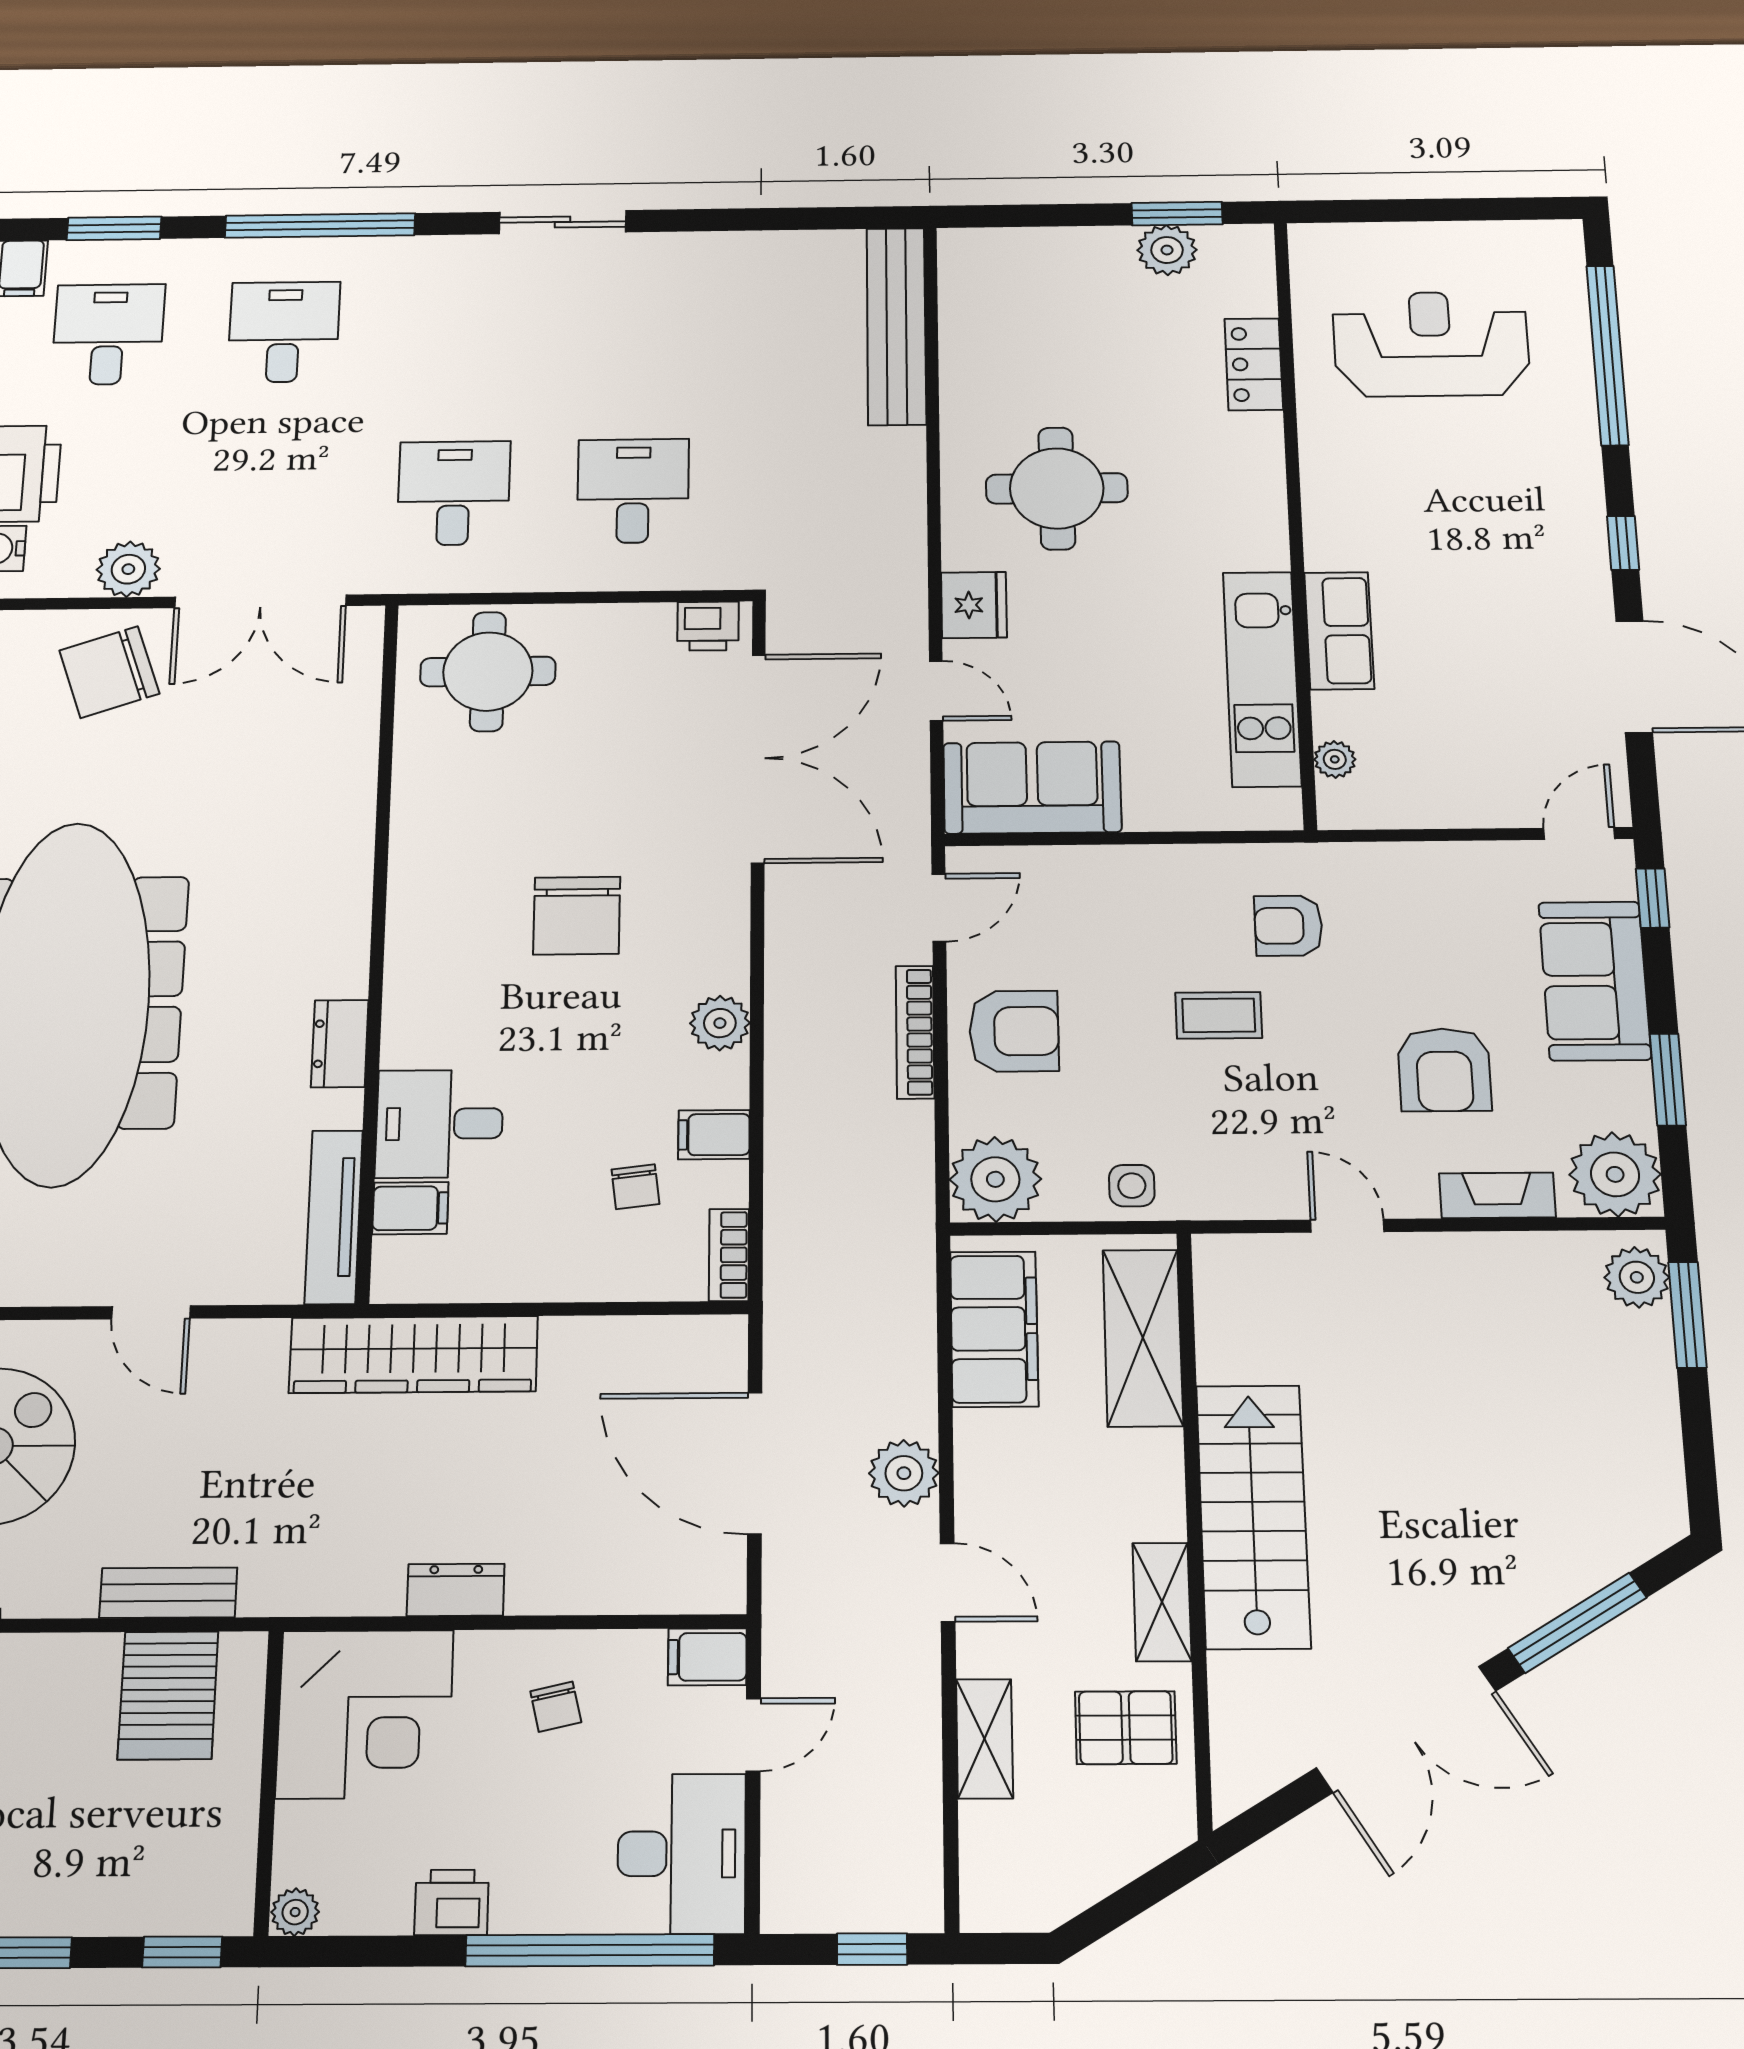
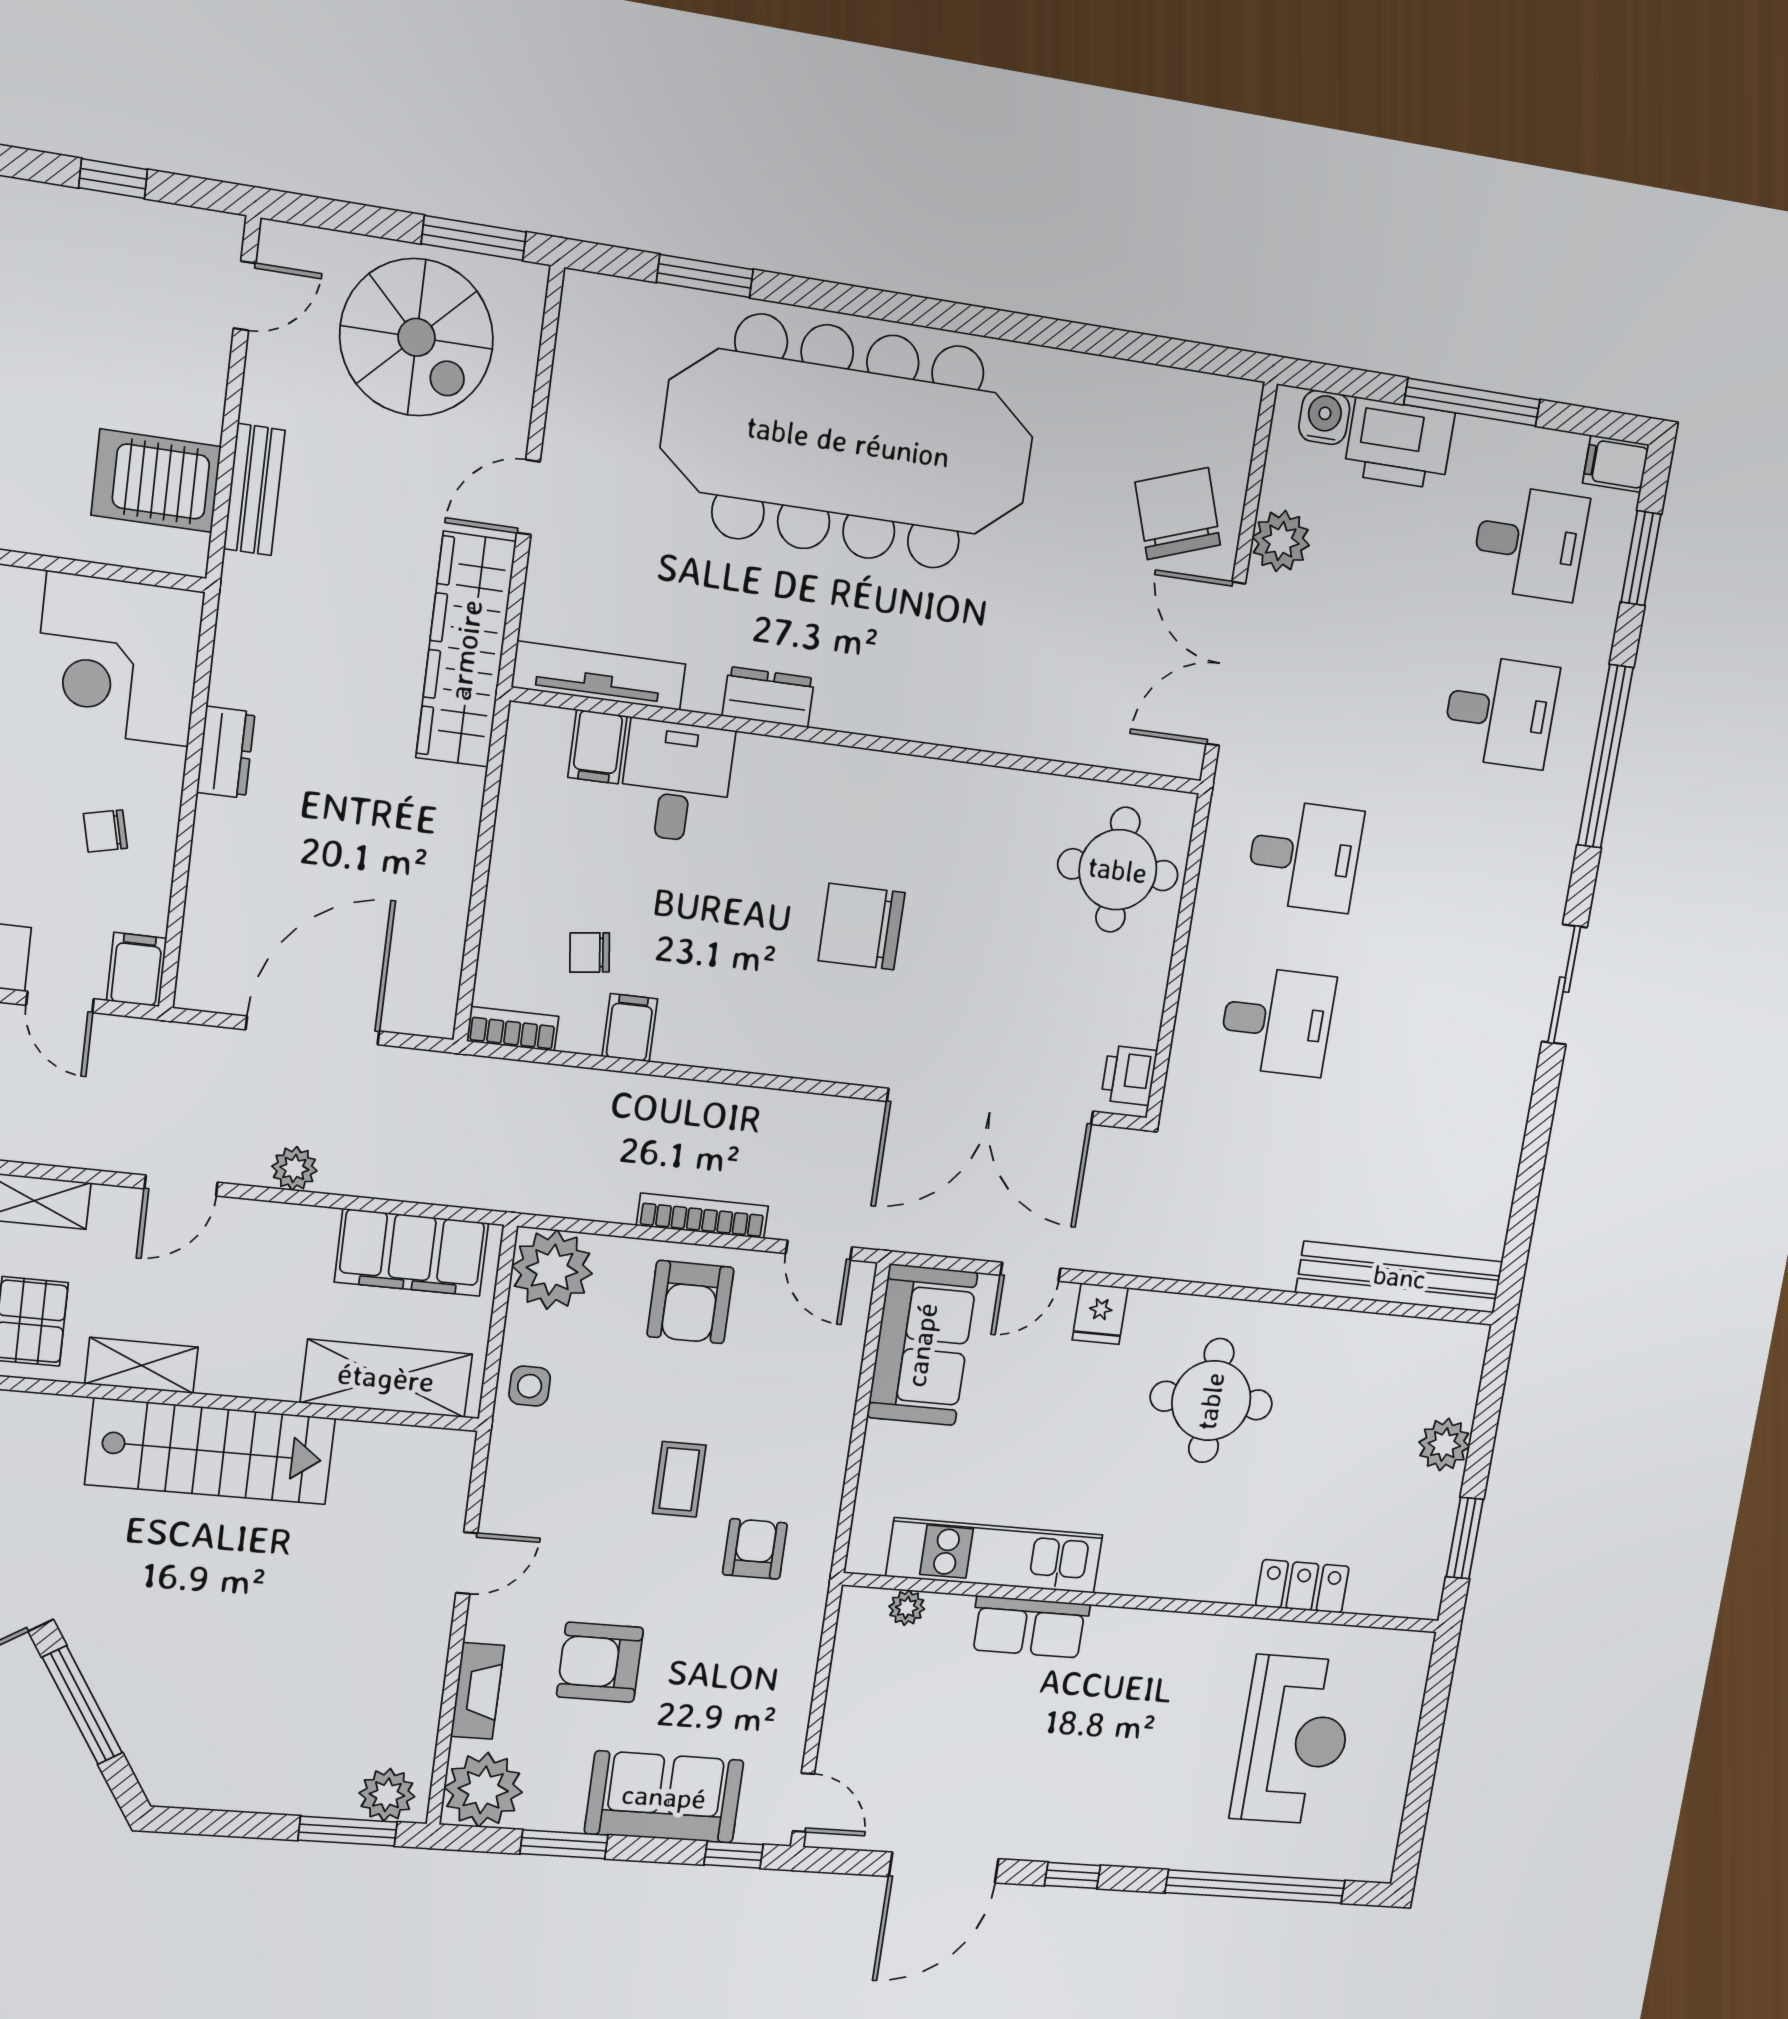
plant: (1167, 250) -> (1444, 1445), moved
fridge: (974, 605) -> (1100, 1314), width x0.72
plant: (720, 1023) -> (737, 1045), removed
wardrobe: (413, 1355) -> (466, 650), moved
plant: (904, 1473) -> (294, 1168), width x0.73, depth x0.73

